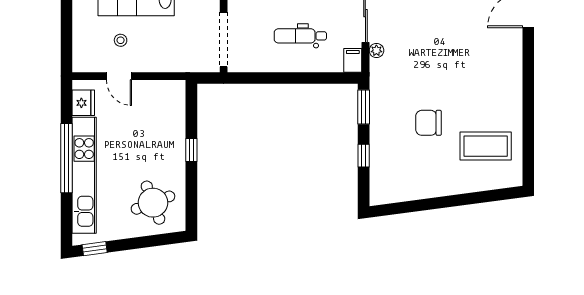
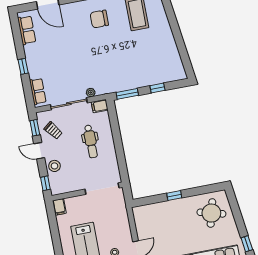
chair: (429, 123) -> (99, 19), moved, turned 90
round table: (153, 203) -> (211, 213), turned 36

